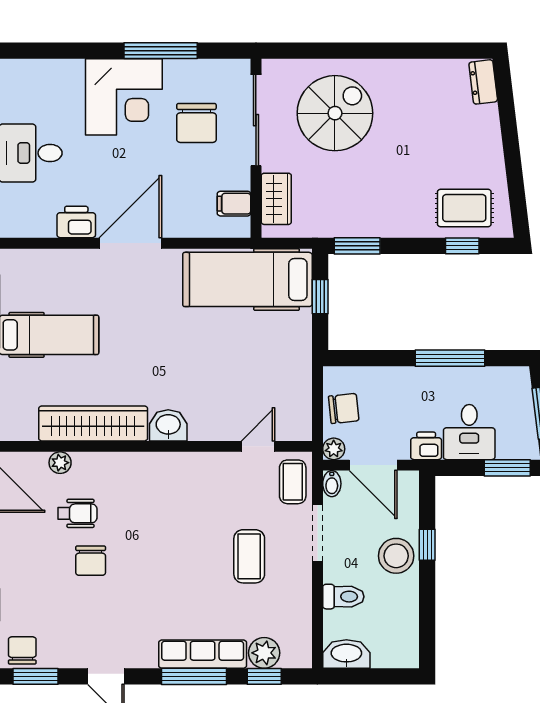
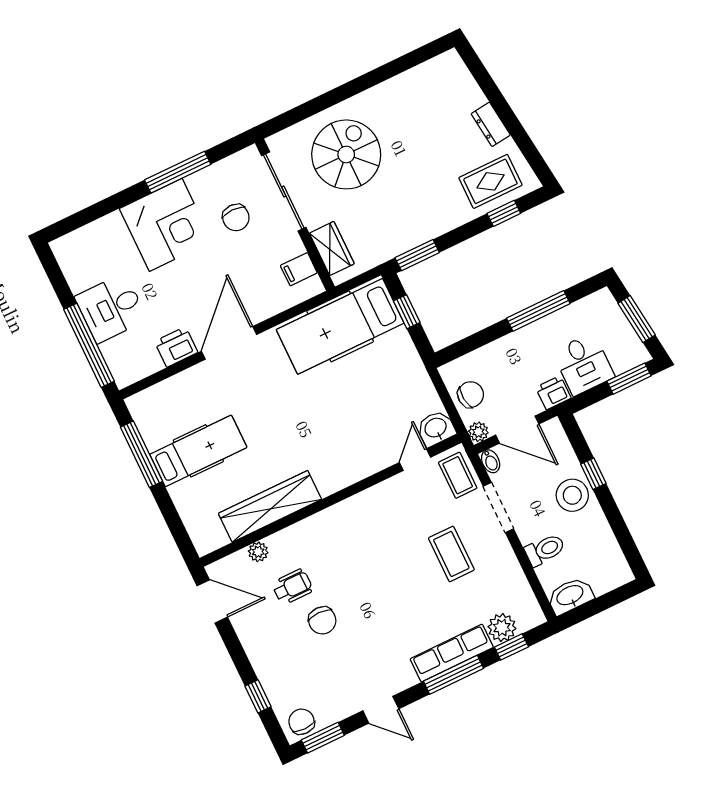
dresser: (483, 82) -> (491, 124), moved
chair: (196, 123) -> (236, 218), width x0.73, depth x0.73
washbasin: (168, 425) -> (436, 428), moved

